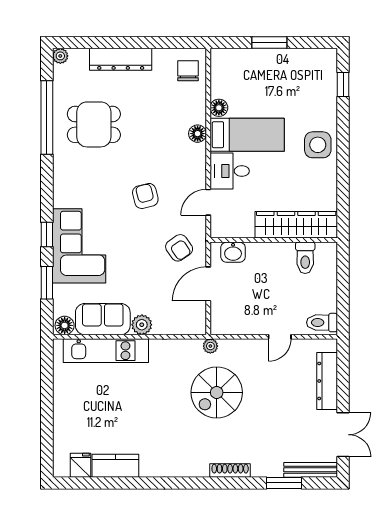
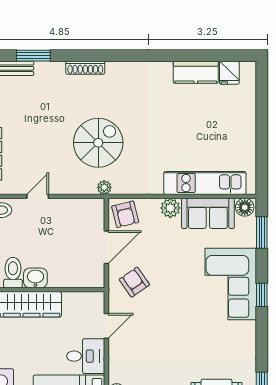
armchair: (145, 196) -> (125, 214), moved
washbasin: (233, 252) -> (35, 278), moved
window: (47, 283) -> (262, 232), moved

